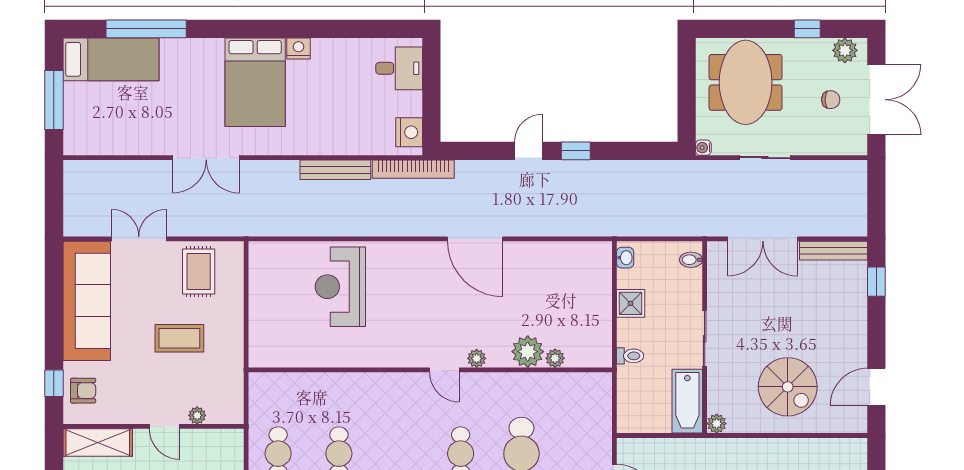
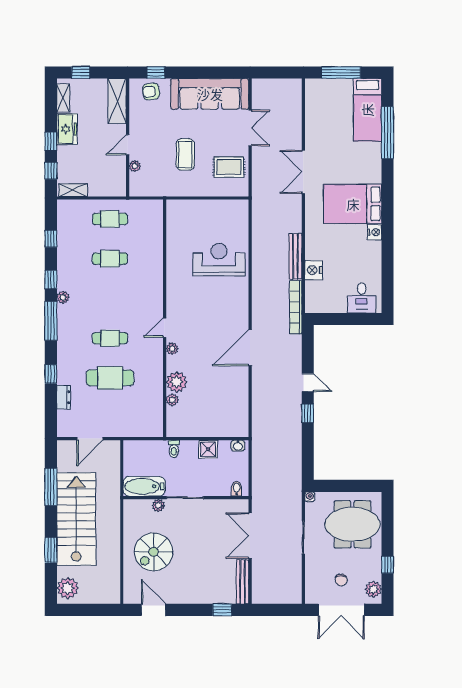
nightstand: (409, 132) -> (313, 270), moved, turned 90
armchair: (83, 391) -> (151, 91), turned 84
plant: (717, 424) -> (158, 505), moved

